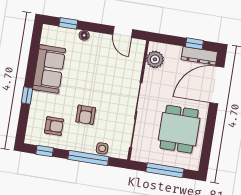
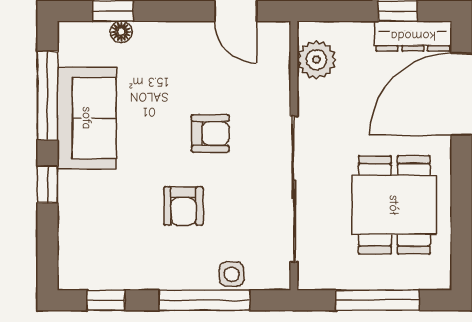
floor lamp: (84, 35) -> (121, 32), moved
window: (33, 56) -> (47, 96), added
armchair: (54, 126) -> (210, 133), moved

